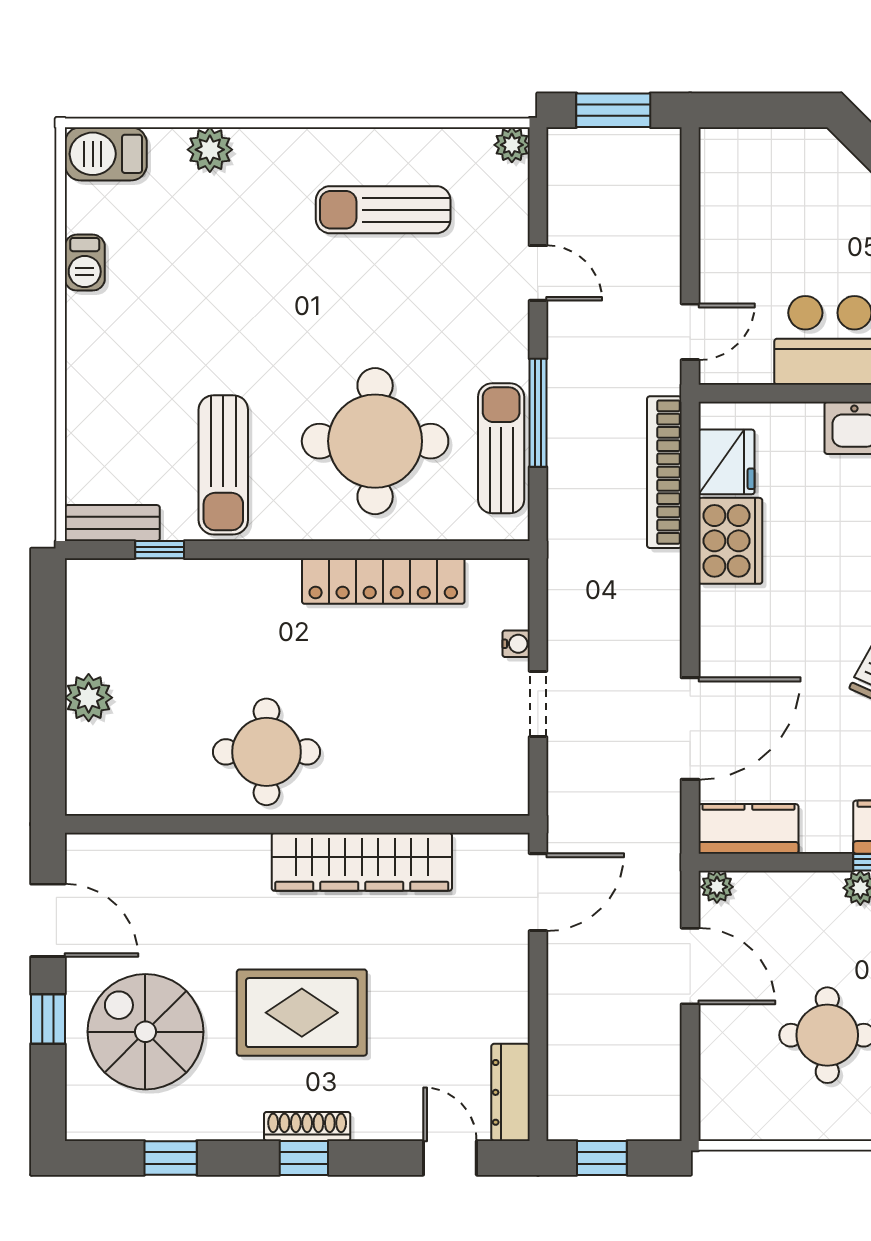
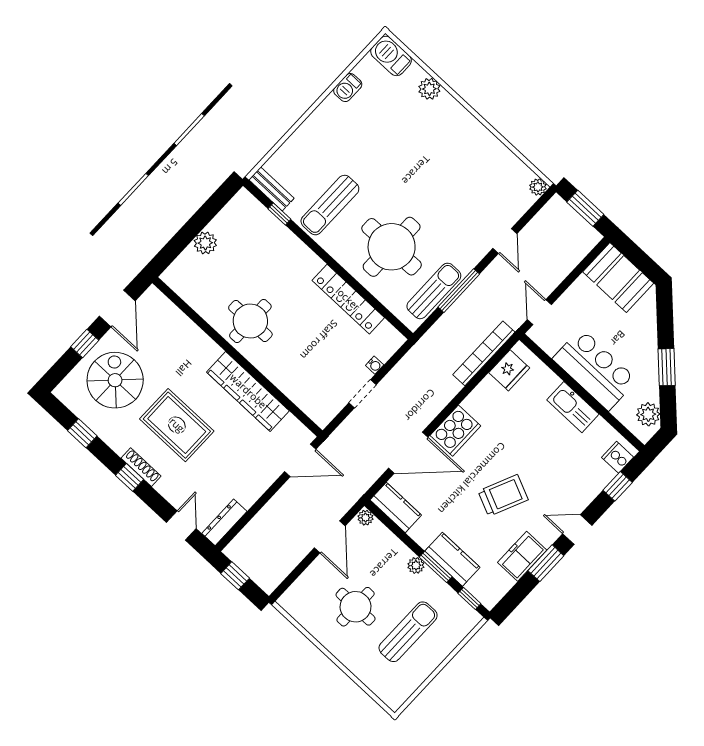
booth: (760, 169) -> (618, 278), added
sun lounger: (383, 210) -> (471, 167), removed
door: (690, 332) -> (539, 312), swing flipped
cooker: (730, 541) -> (455, 431), moved

